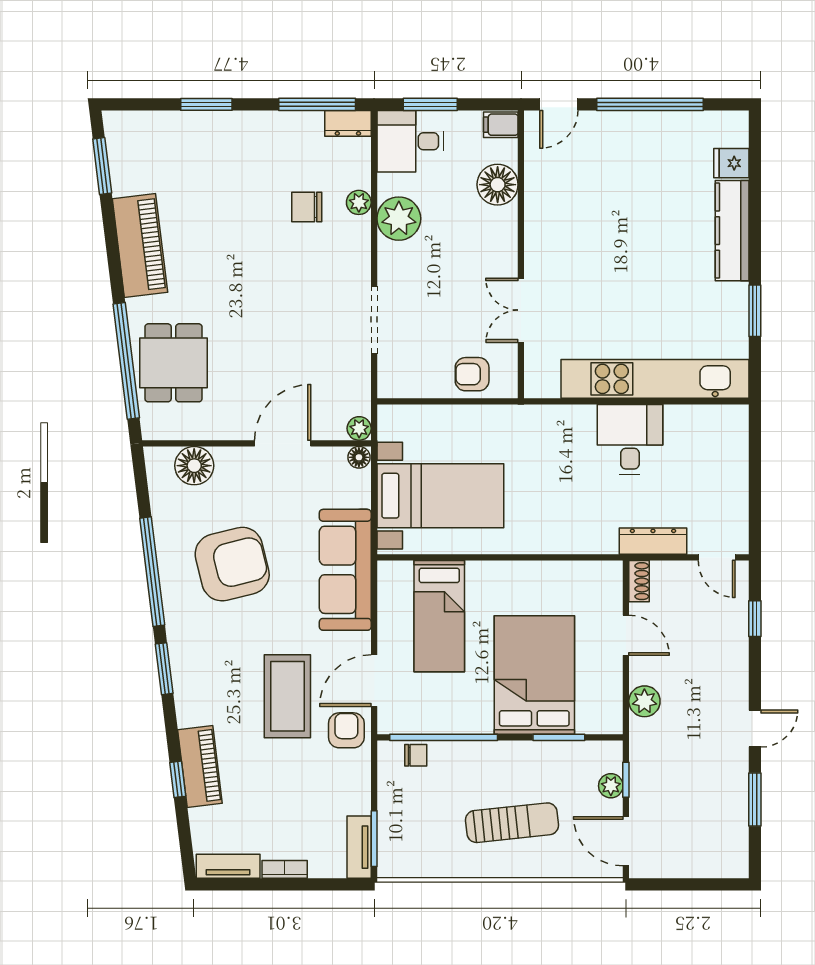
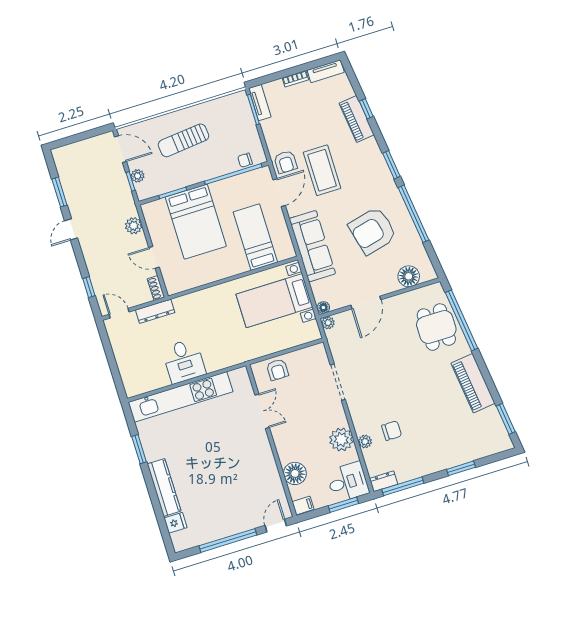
armchair: (472, 374) -> (277, 370), turned 90

